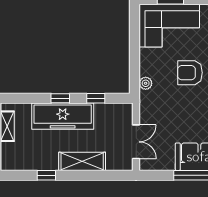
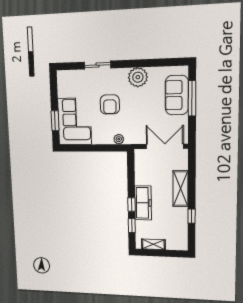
window: (96, 98) -> (132, 226), moved
freezer: (63, 116) -> (143, 203), width x0.73, depth x0.79
double door: (136, 142) -> (165, 146), width x1.37

